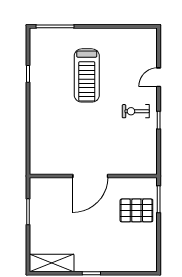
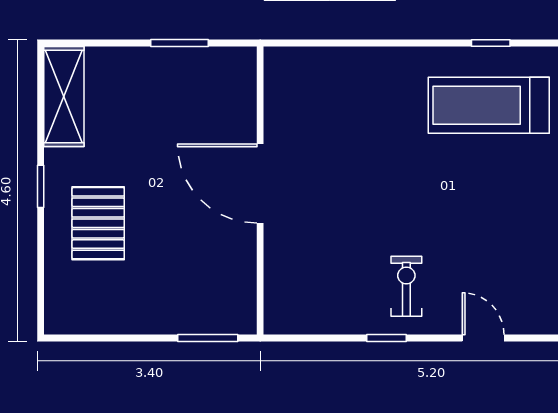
treadmill: (87, 75) -> (489, 105), moved
pallet: (136, 210) -> (98, 223), moved

